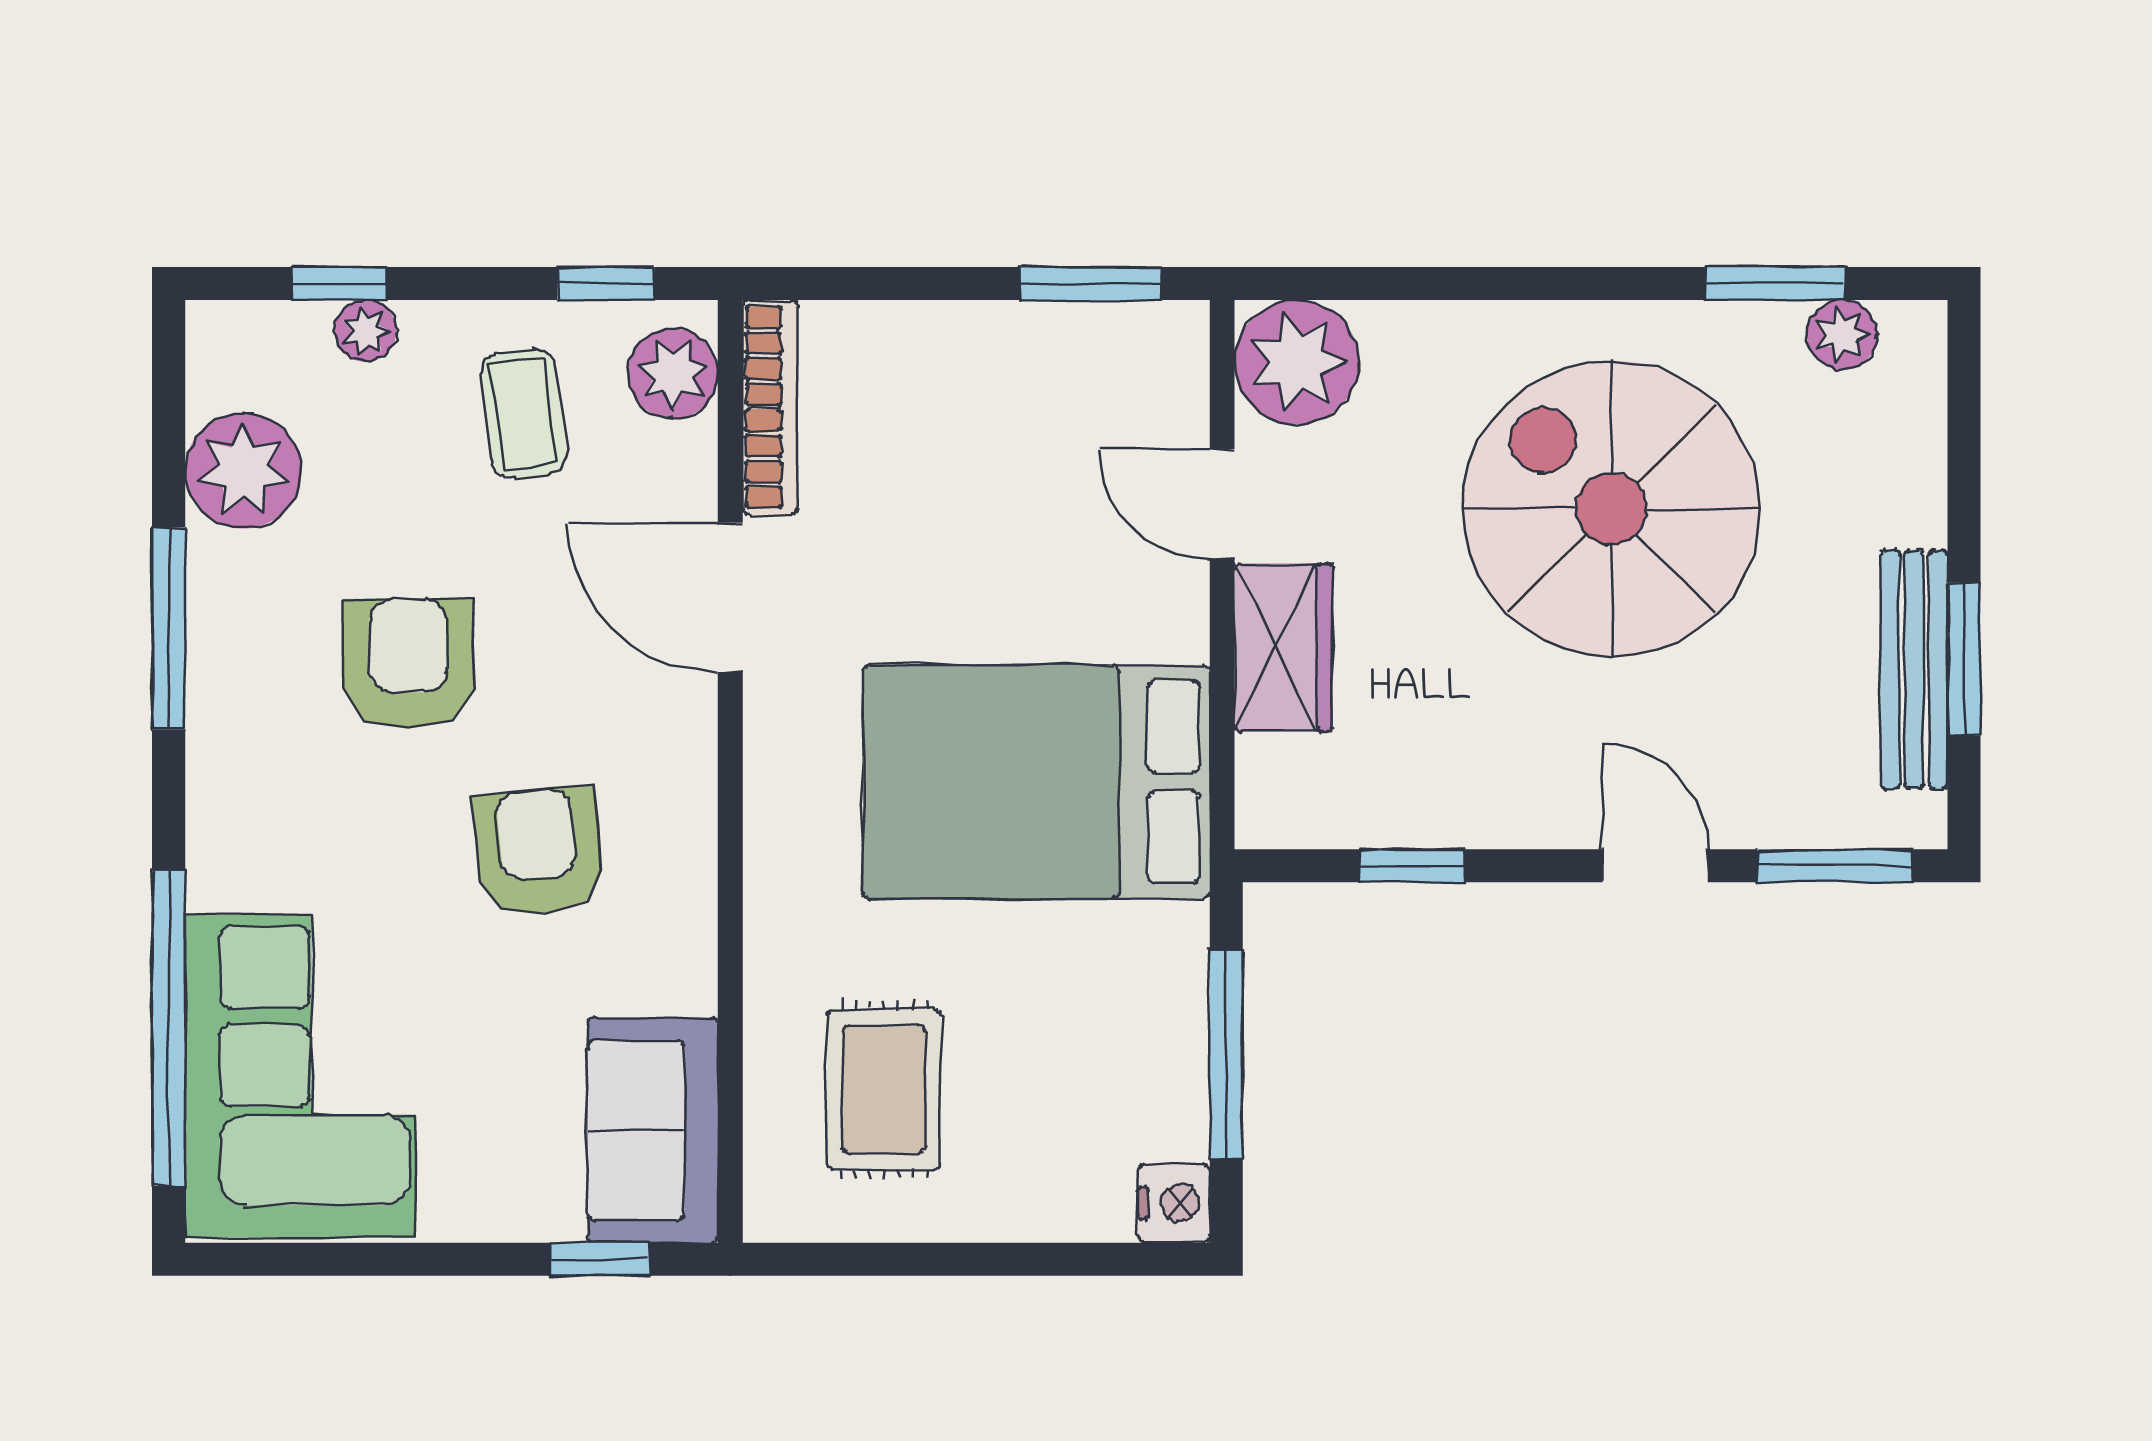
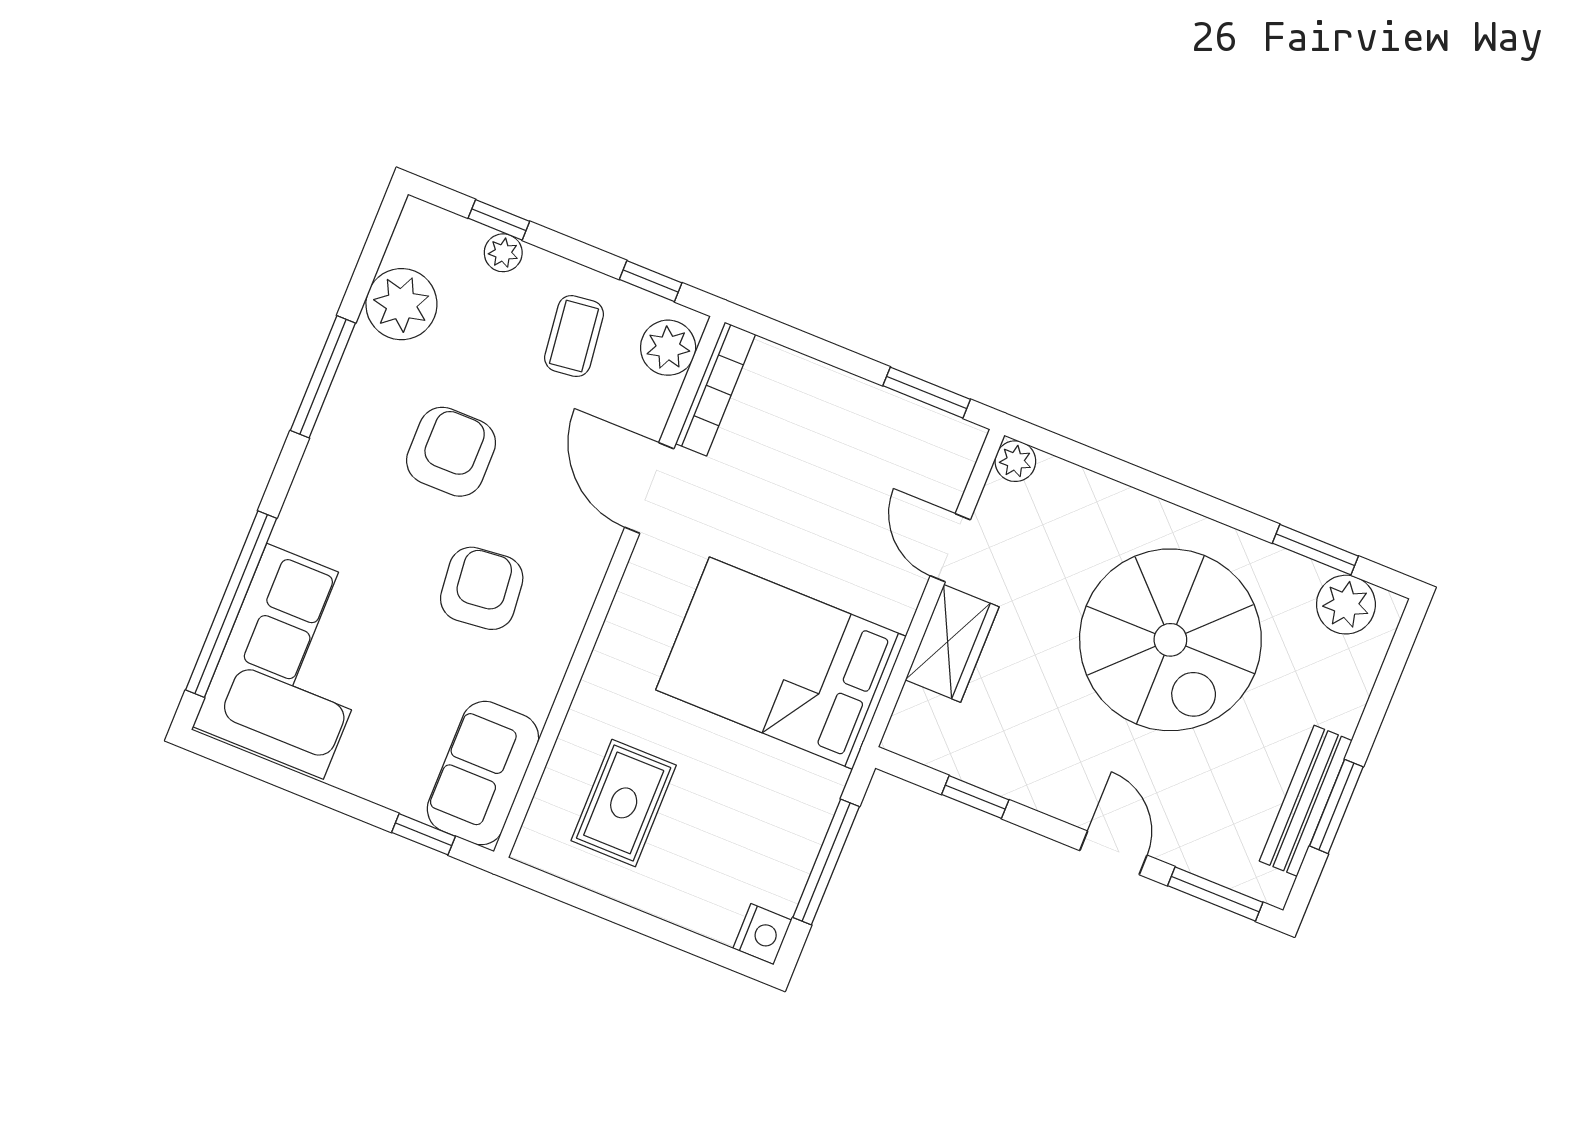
plant: (1842, 335) -> (1346, 605), width x1.38, depth x1.38
plant: (1297, 362) -> (1015, 461), width x0.53, depth x0.53
spiral stairs: (1611, 509) -> (1170, 640), turned 180

